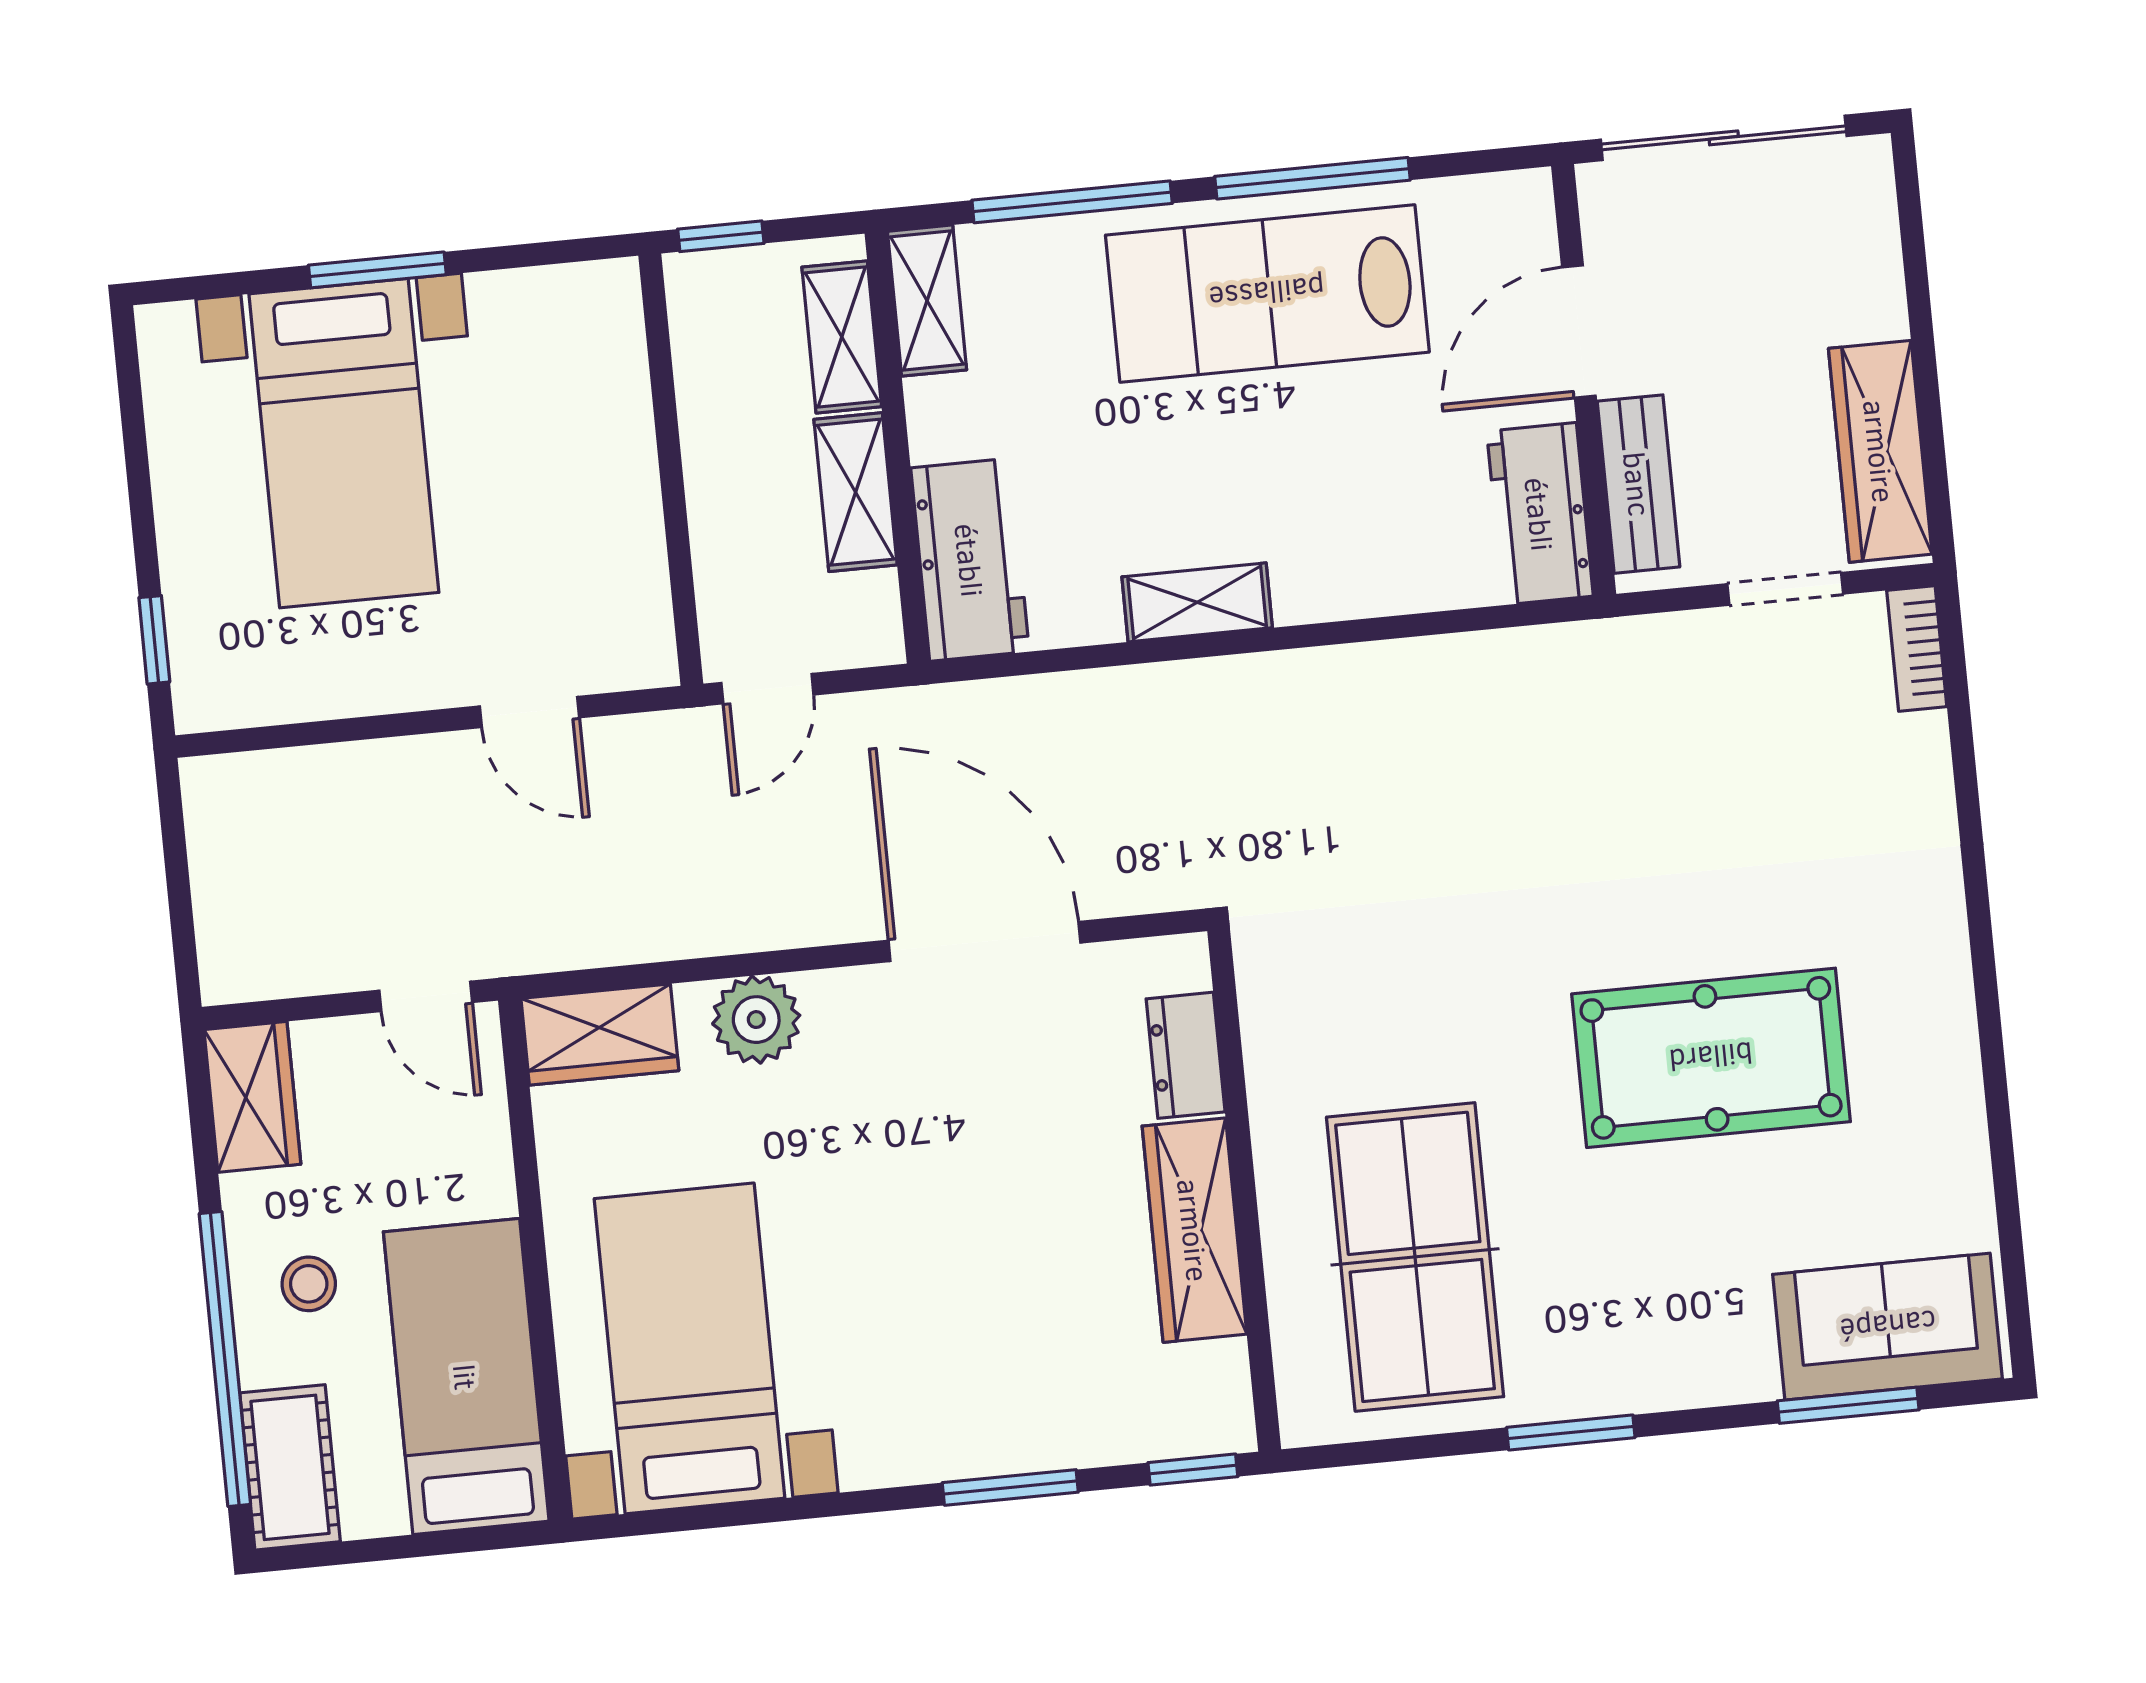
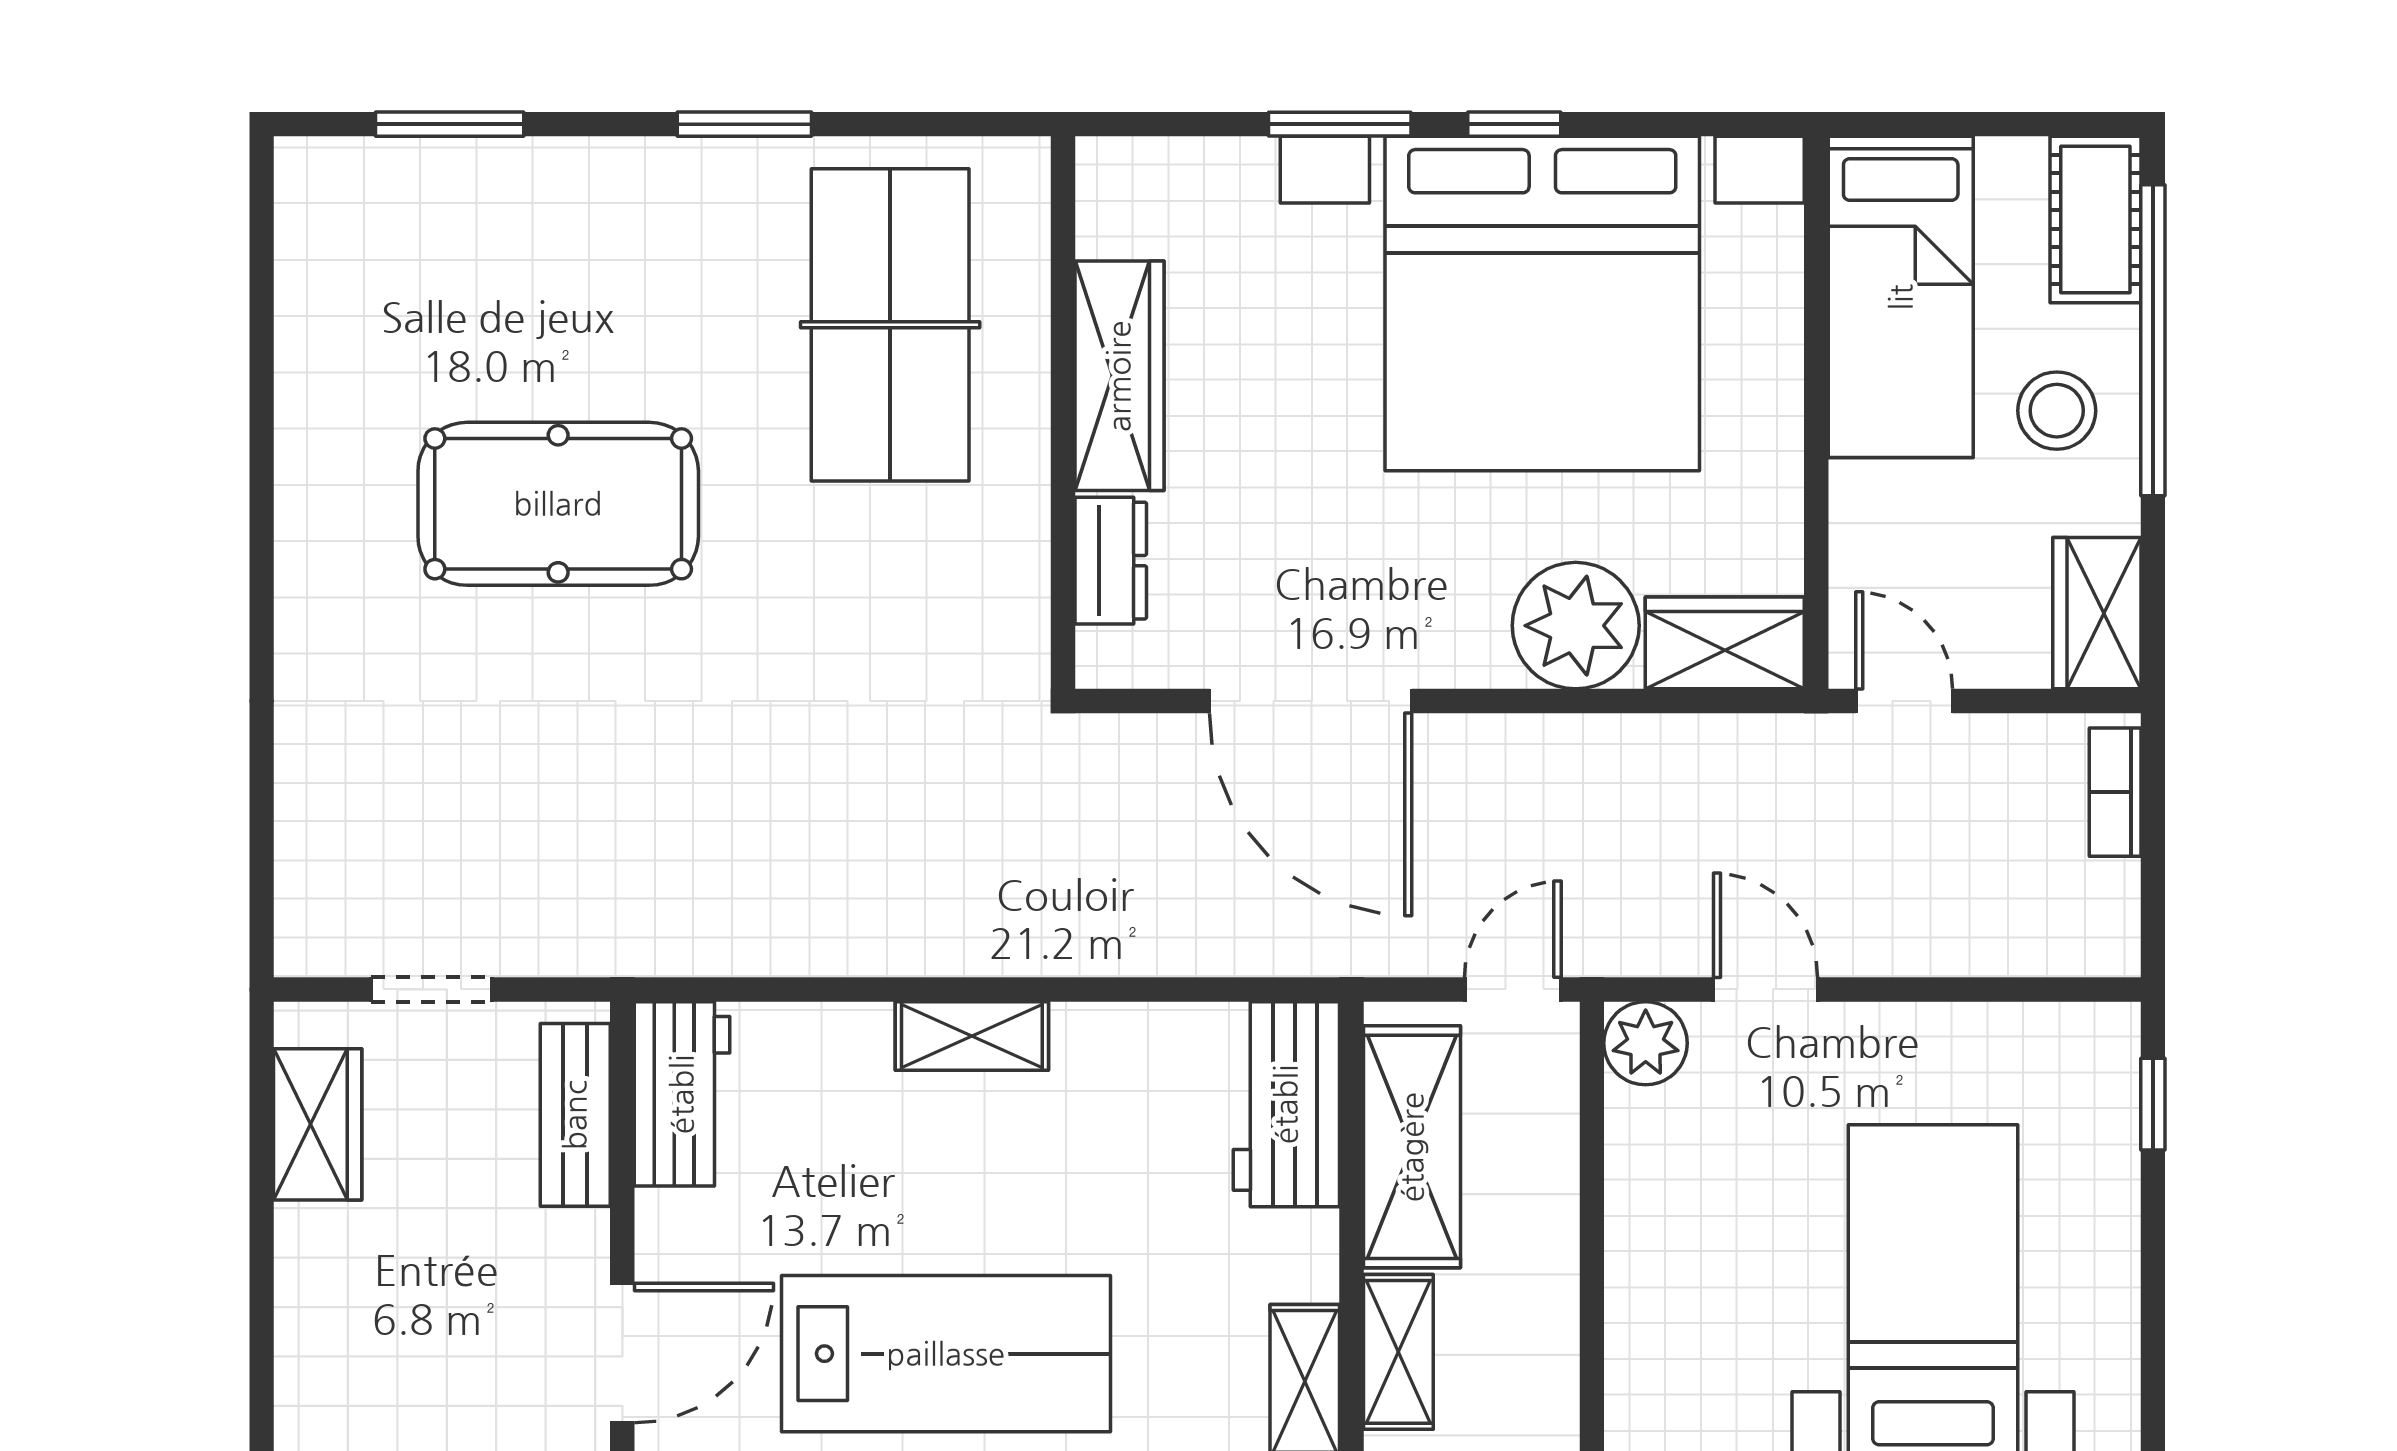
door: (1579, 331) -> (622, 1353), moved
wardrobe: (1880, 451) -> (318, 1124), width x0.67
shelving: (856, 492) -> (1412, 1147), width x1.50, depth x1.33
shelving: (1197, 602) -> (972, 1036), moved
bookcase: (1917, 648) -> (2115, 792), moved, turned 180
plant: (638, 650) -> (1646, 1043), added
plant: (756, 1020) -> (1576, 626), width x1.36, depth x1.36
stool: (309, 1284) -> (2057, 411), width x1.37, depth x1.37
sofa: (1888, 1327) -> (400, 203), removed
bed with nightstands: (690, 1348) -> (1542, 303), width x1.85
window: (1193, 1470) -> (1514, 124), moved

